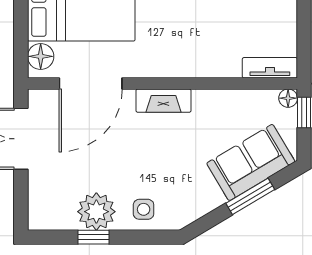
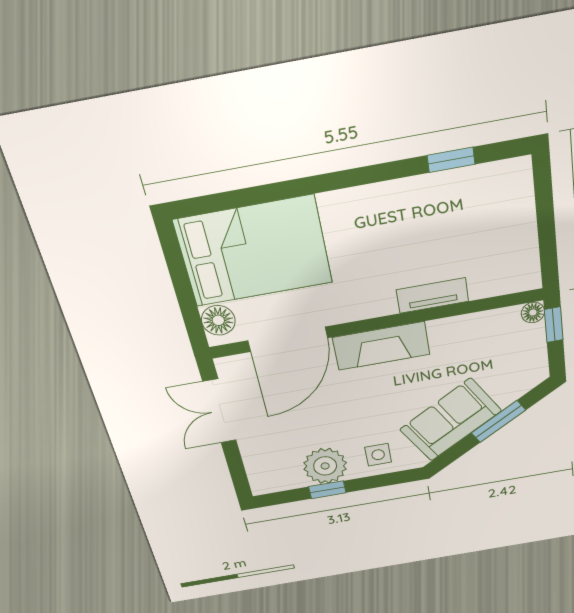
tv unit: (270, 68) -> (432, 296), moved
fireplace: (163, 101) -> (381, 346), width x1.37, depth x1.32
sofa: (251, 162) -> (451, 420), moved

